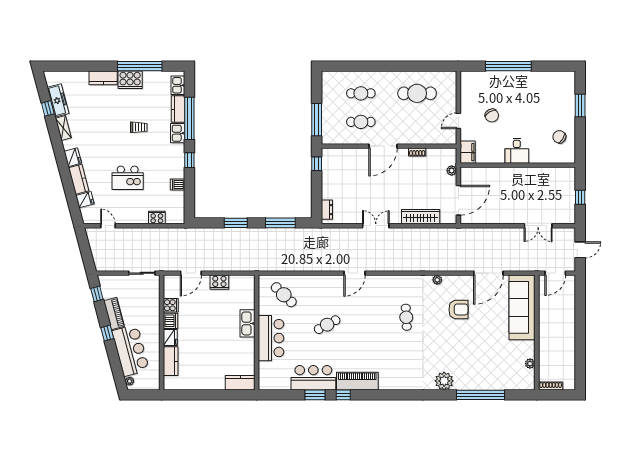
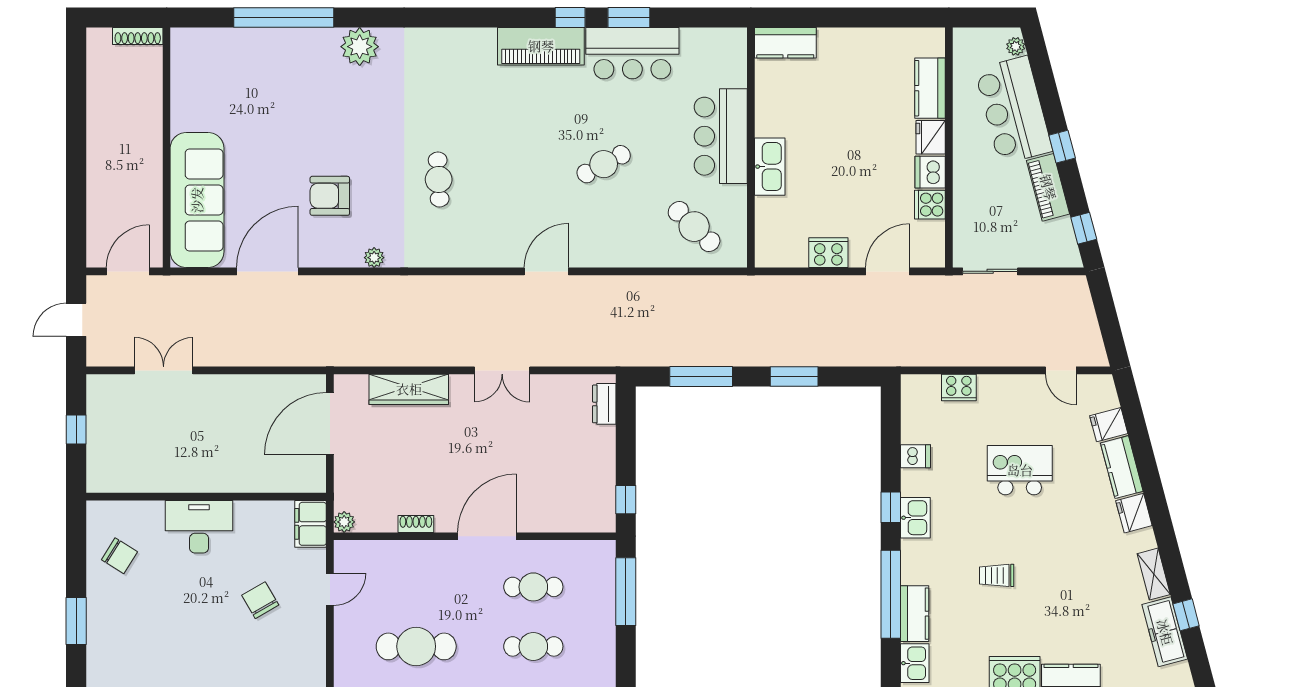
kitchen sink: (178, 133) -> (915, 518), moved
desk: (517, 151) -> (199, 527), width x1.37
plant: (452, 171) -> (344, 522), moved
plant: (530, 364) -> (181, 83), removed

